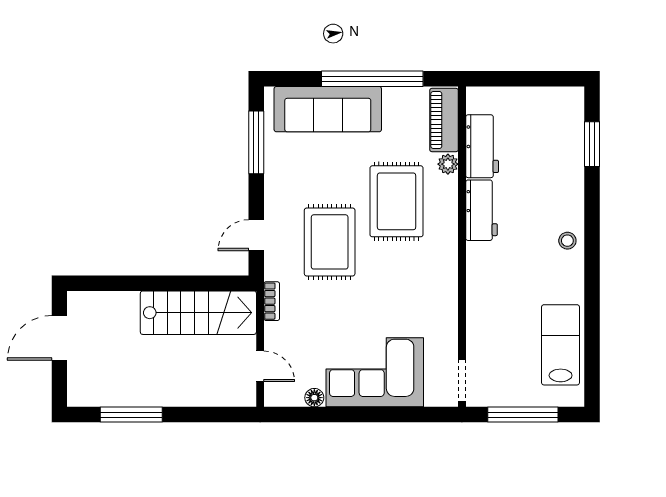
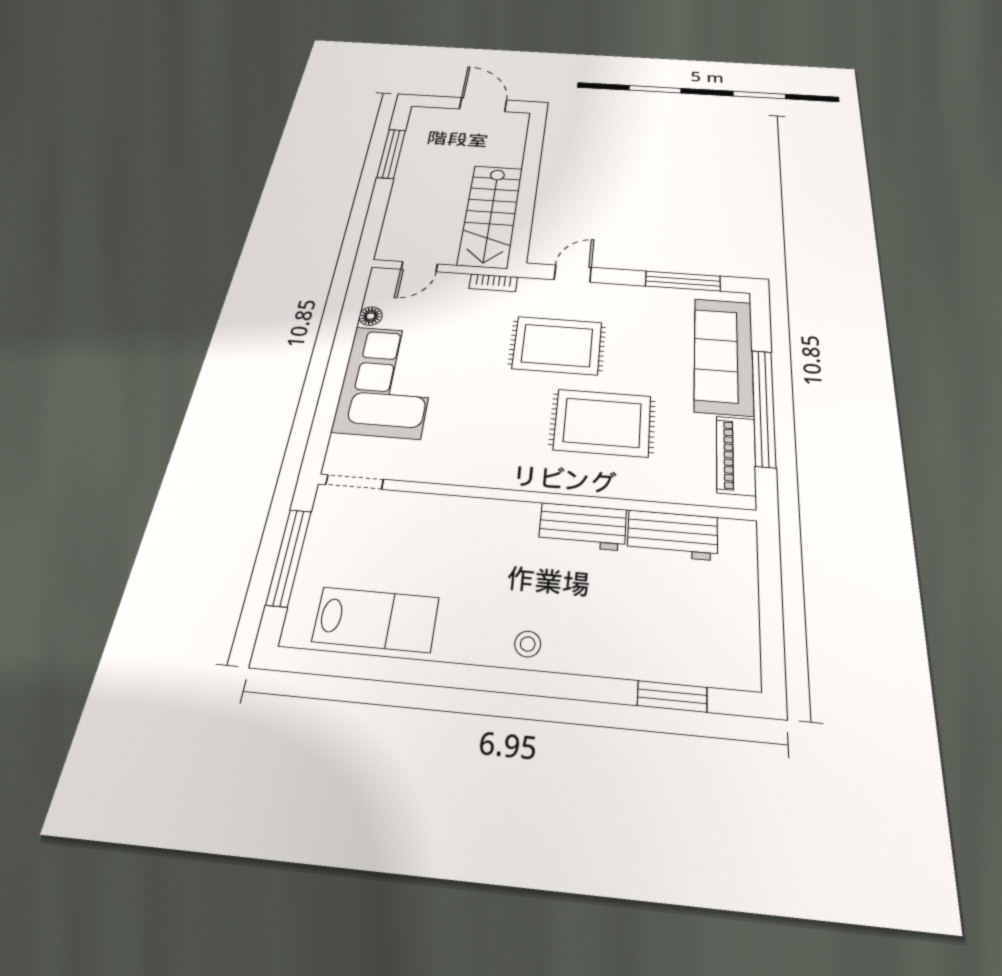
piano: (444, 120) -> (736, 455), moved, turned -90
plant: (448, 164) -> (649, 489), removed
door: (256, 235) -> (573, 274), hinge flipped

